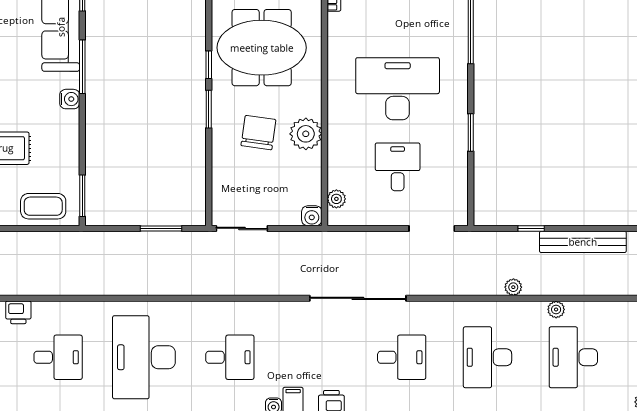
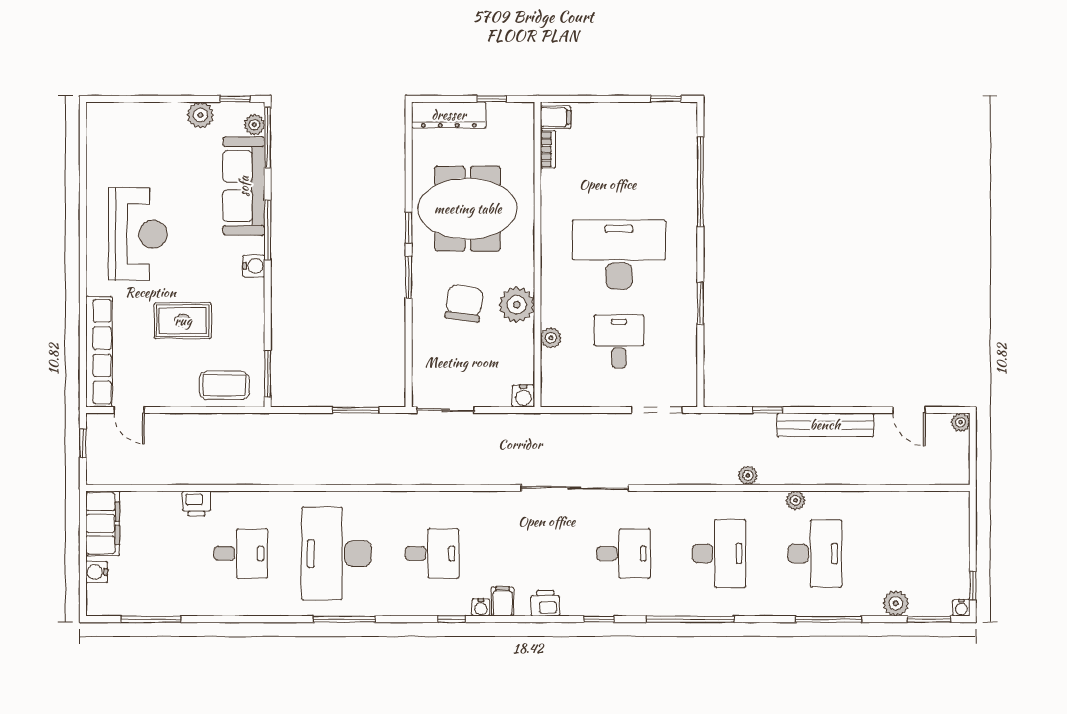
plant: (336, 199) -> (551, 338), moved
desk: (488, 357) -> (719, 554), turned 180
desk: (573, 357) -> (815, 554), turned 180

